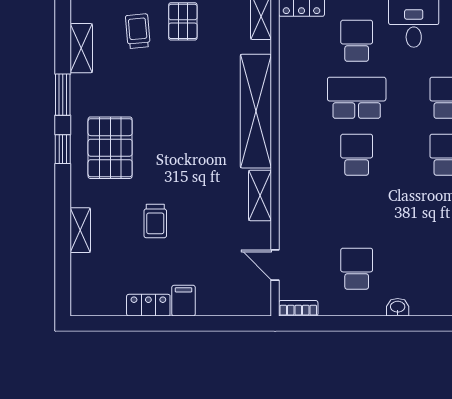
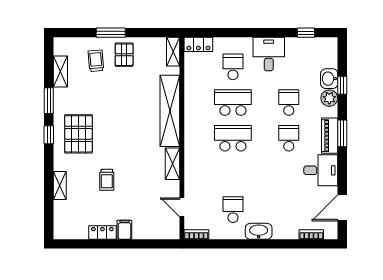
school desk: (357, 155) -> (233, 138), width x1.85
washbasin: (398, 307) -> (259, 231), width x1.91, depth x1.45

